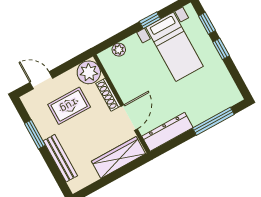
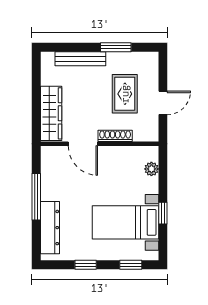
window: (221, 49) -> (86, 265), moved
plant: (89, 72) -> (146, 129), removed
door: (41, 80) -> (163, 103), moved
window: (213, 121) -> (36, 197), moved
dresser: (167, 132) -> (50, 228), moved

